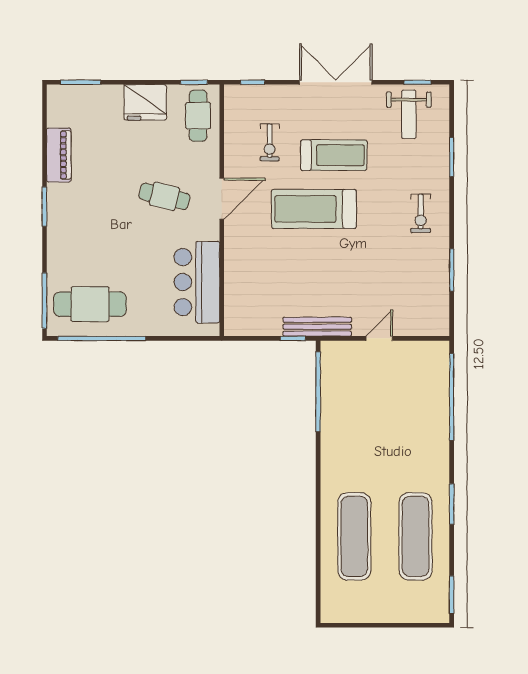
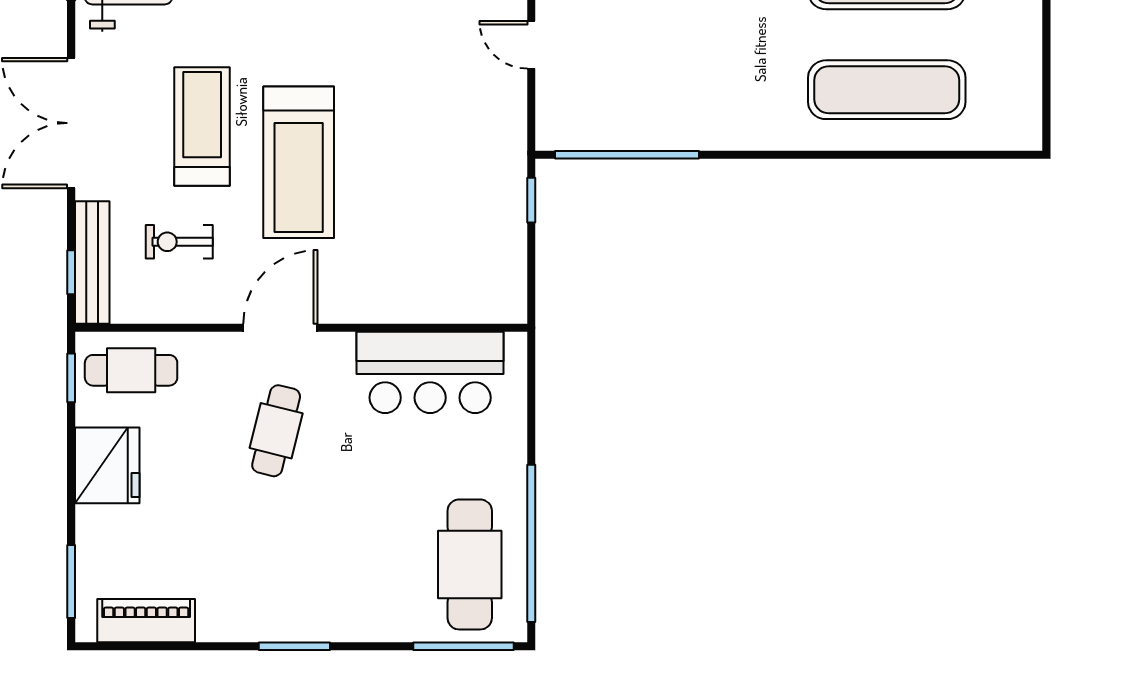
exercise bike: (270, 142) -> (179, 242), turned 180
piano: (59, 155) -> (146, 621), moved
door: (222, 199) -> (280, 328), hinge flipped
bench: (317, 327) -> (92, 262), moved

